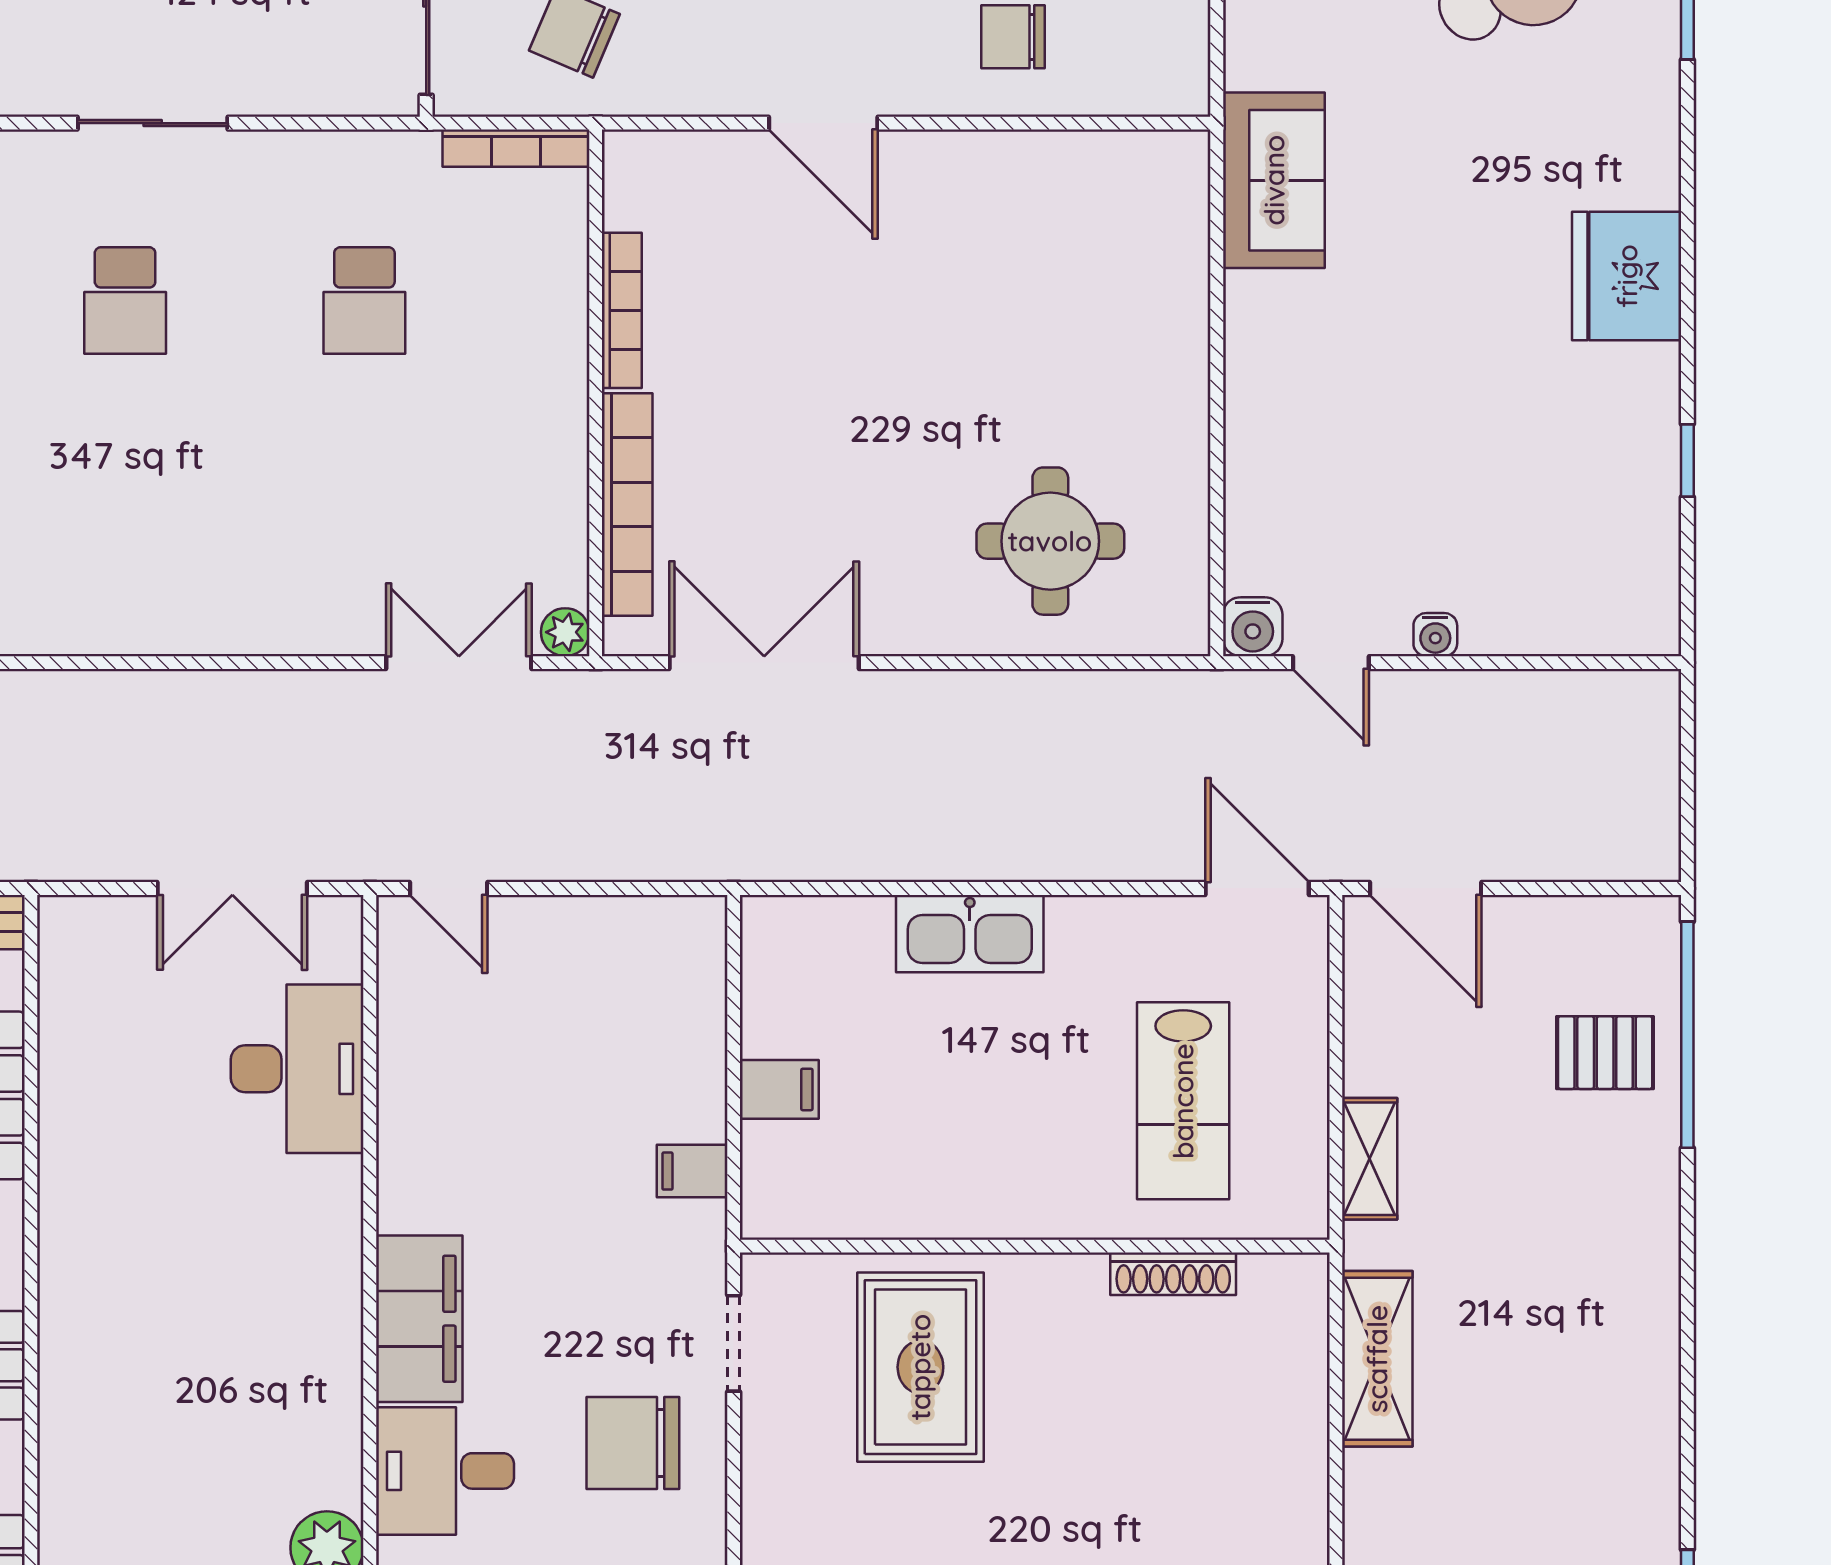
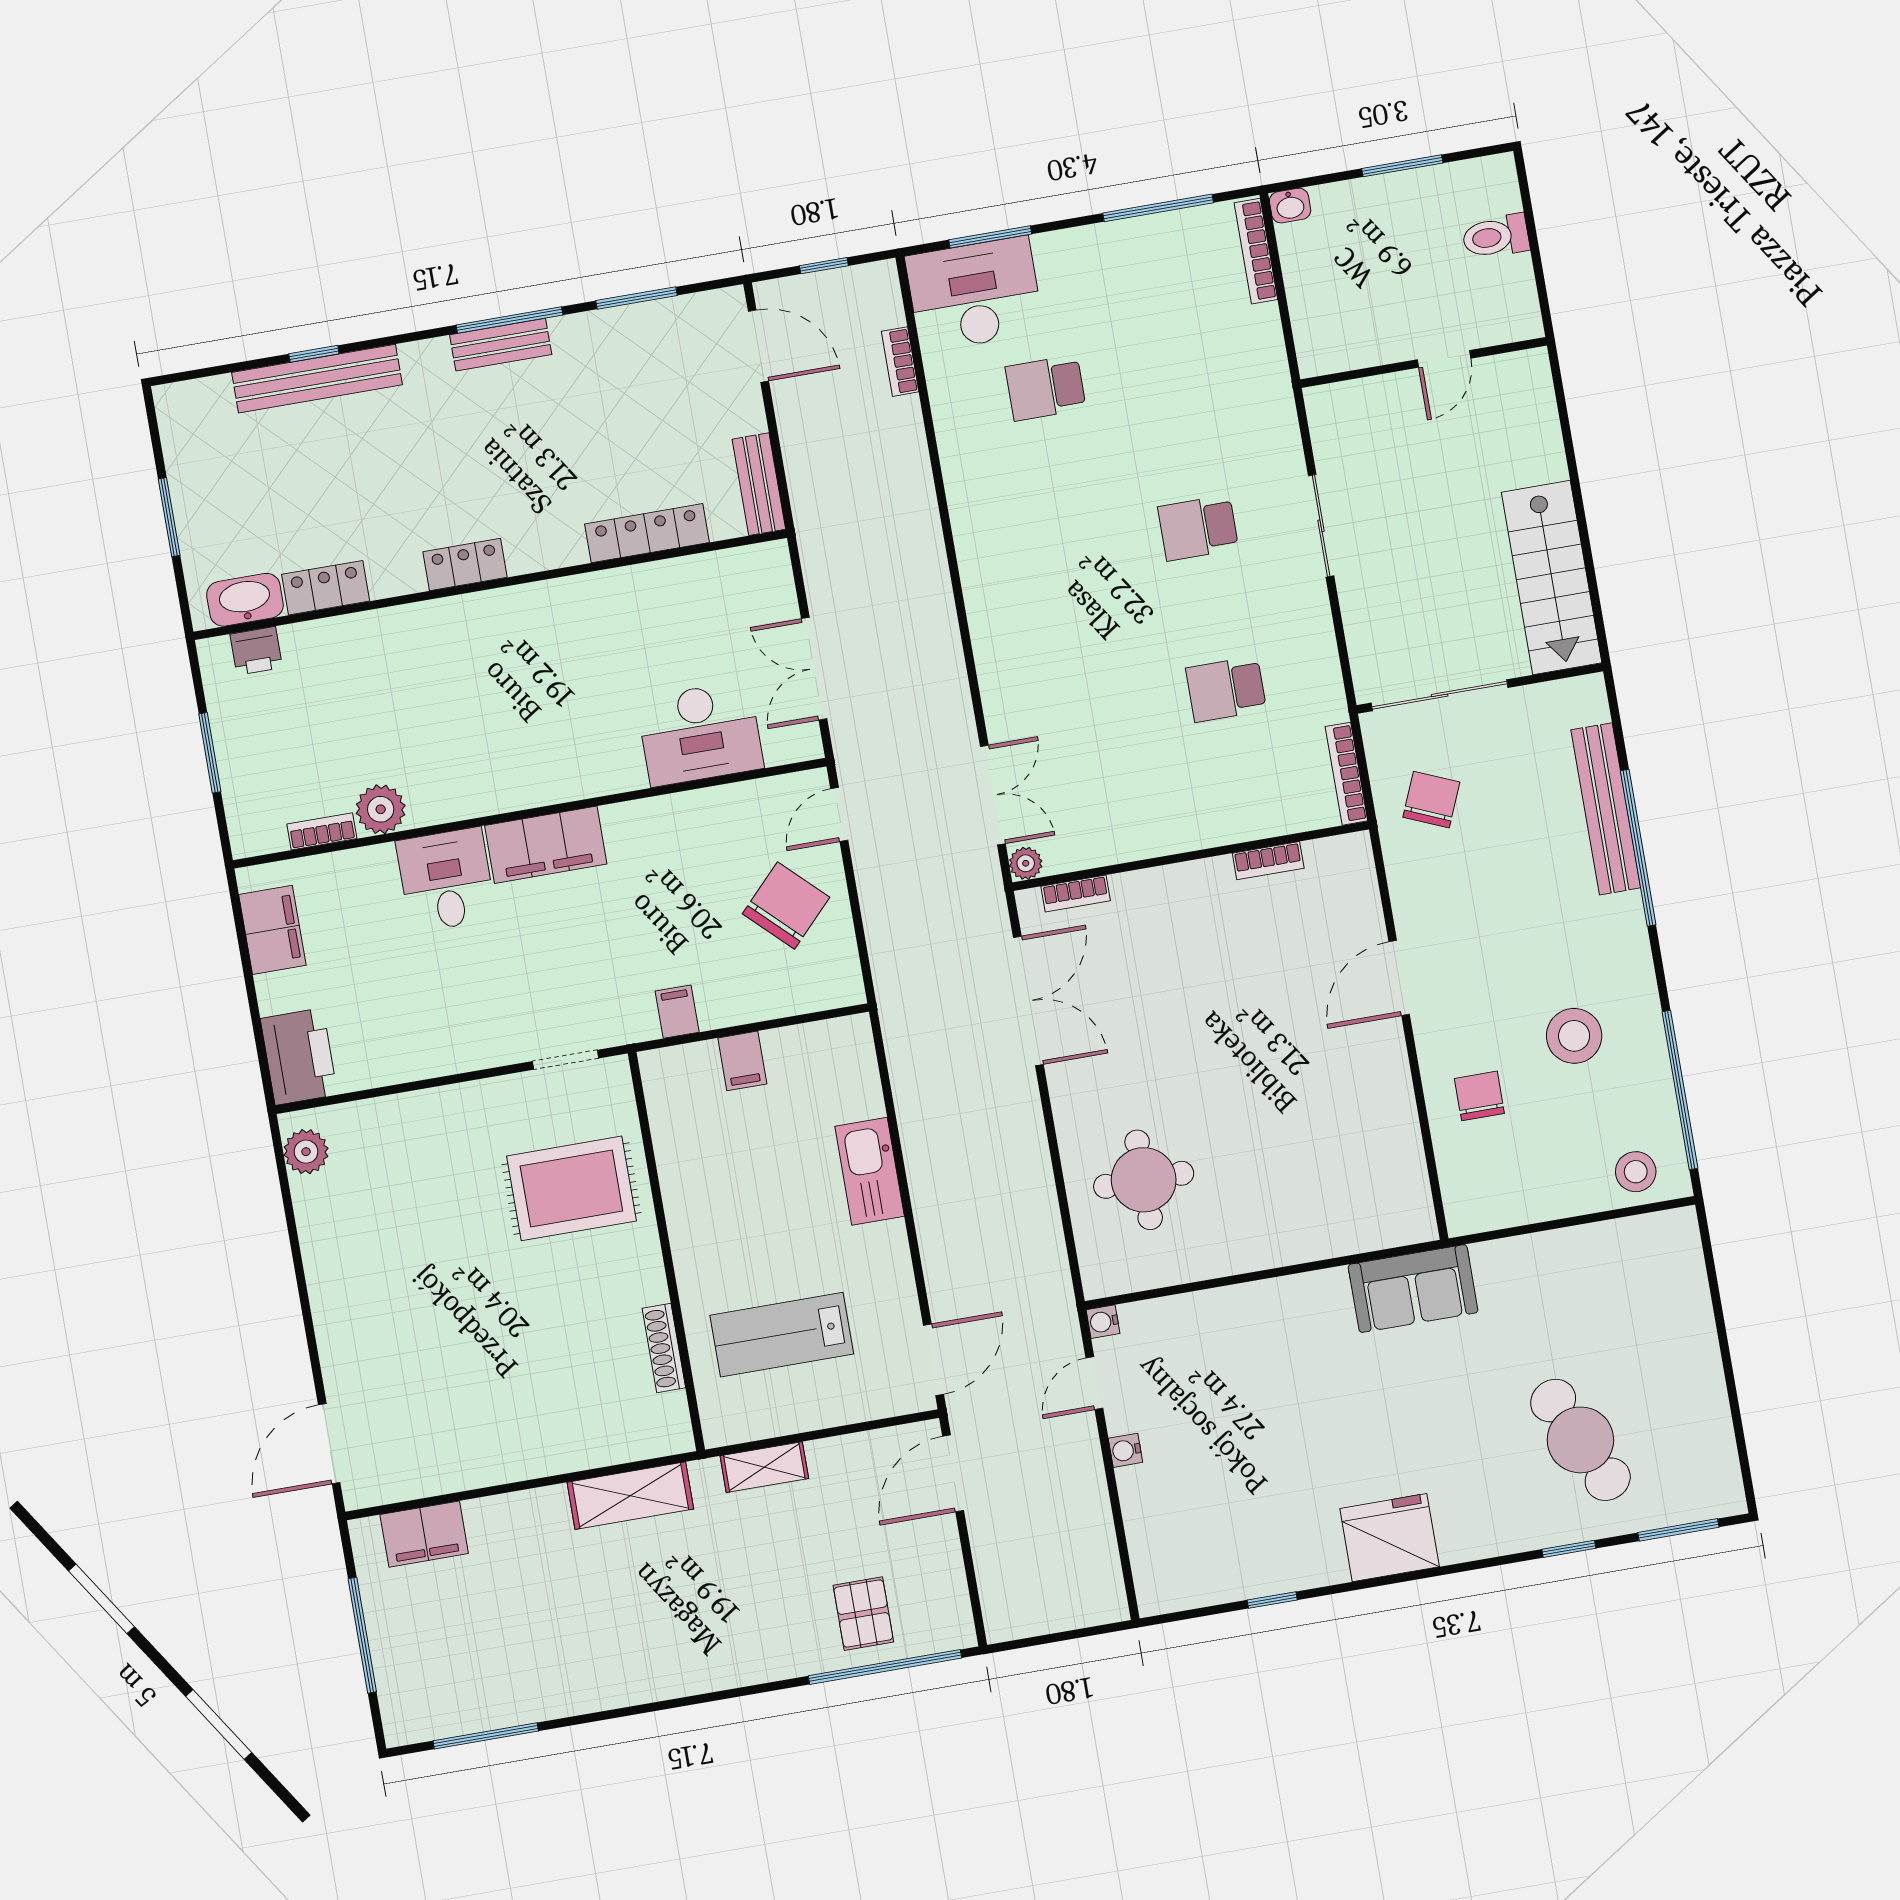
bookcase: (622, 310) -> (1268, 861), width x0.64
bookcase: (627, 505) -> (1076, 894), width x0.43, depth x0.76
water cooler: (1253, 627) -> (1103, 1322), width x0.72, depth x0.72
chair: (633, 1443) -> (786, 906), moved, turned 44

